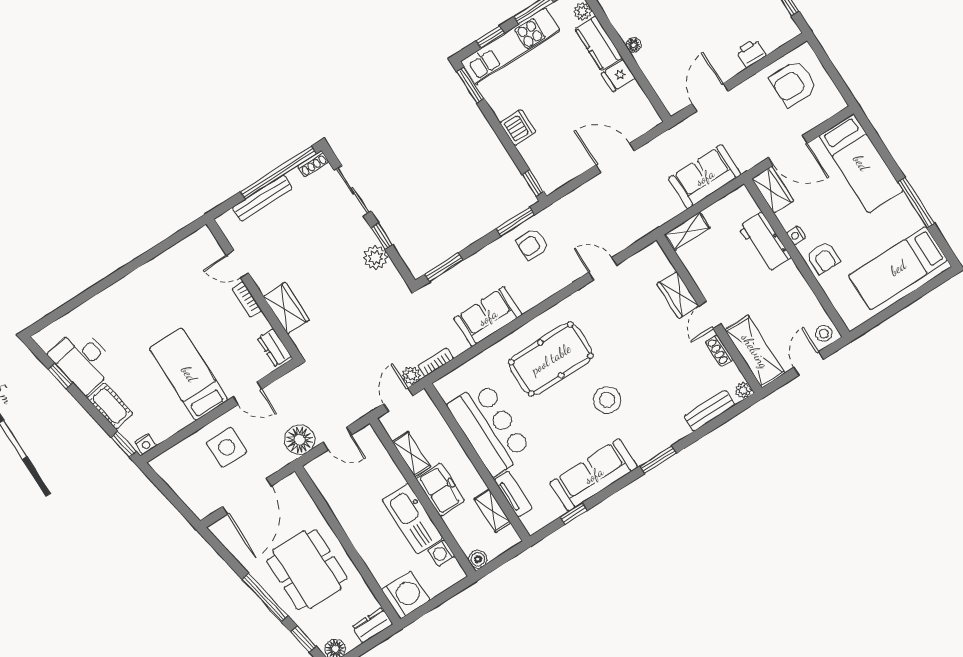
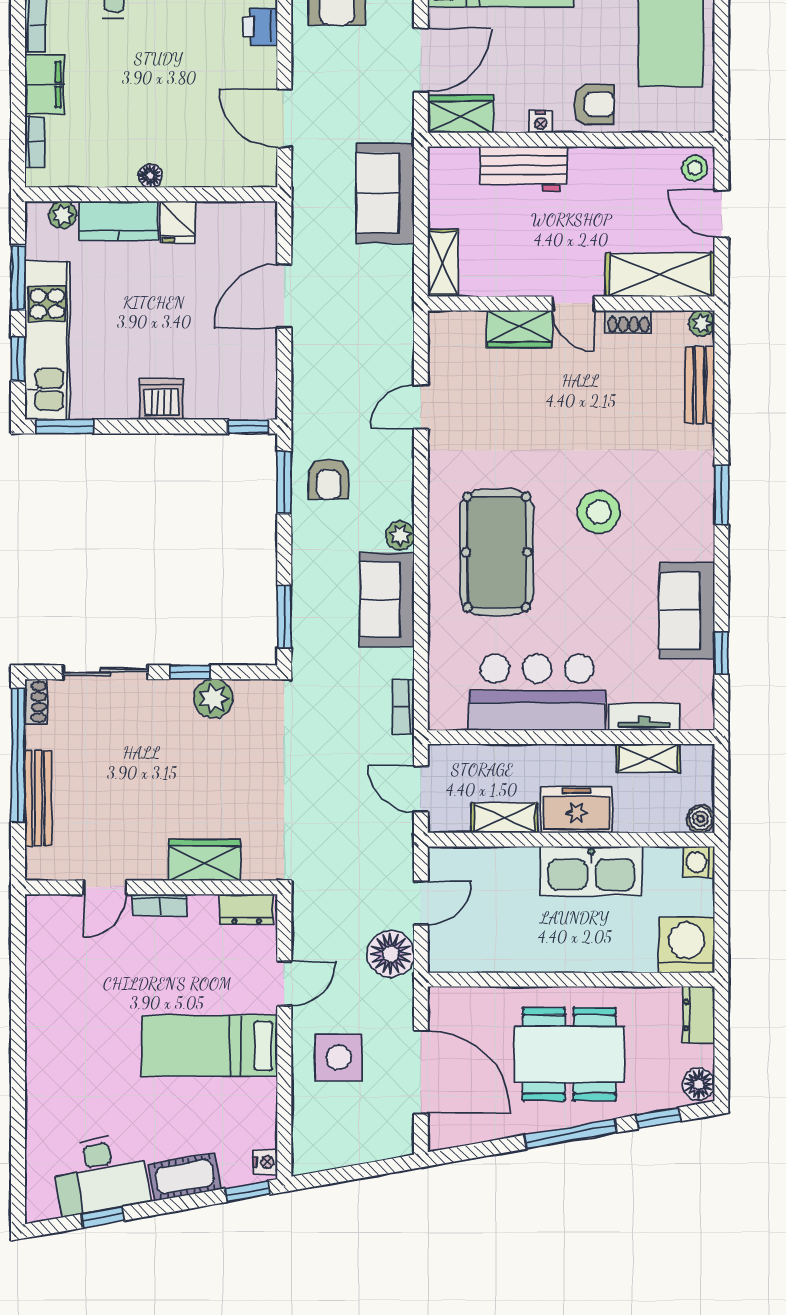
plant: (411, 375) -> (400, 536), moved
sofa: (594, 475) -> (687, 611), width x0.73
washing machine: (441, 553) -> (699, 862), moved, turned 90

